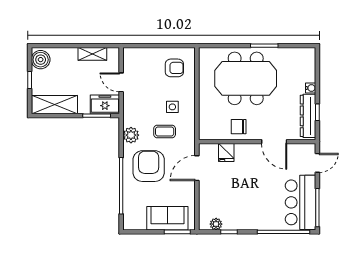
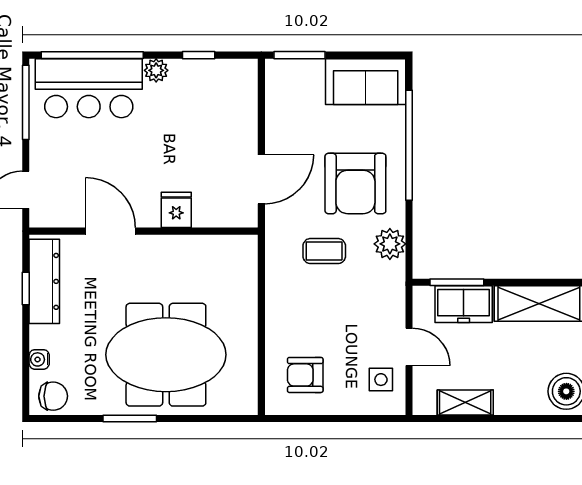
water cooler: (311, 88) -> (39, 359), moved
freezer: (105, 104) -> (464, 304), moved
side table: (172, 107) -> (381, 380), moved
chair: (239, 127) -> (53, 396), moved
fridge: (226, 153) -> (176, 210), moved
bar counter: (301, 202) -> (89, 88), moved, turned 90
sofa: (167, 218) -> (366, 82), moved
plant: (216, 224) -> (156, 70), moved

